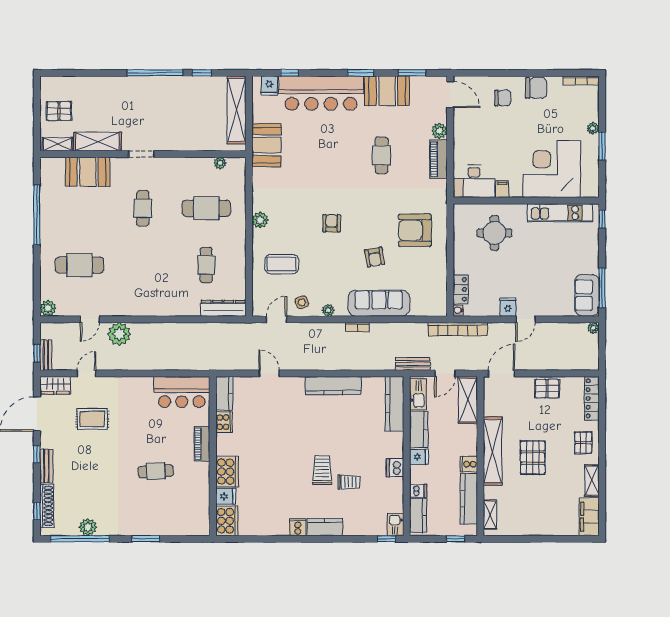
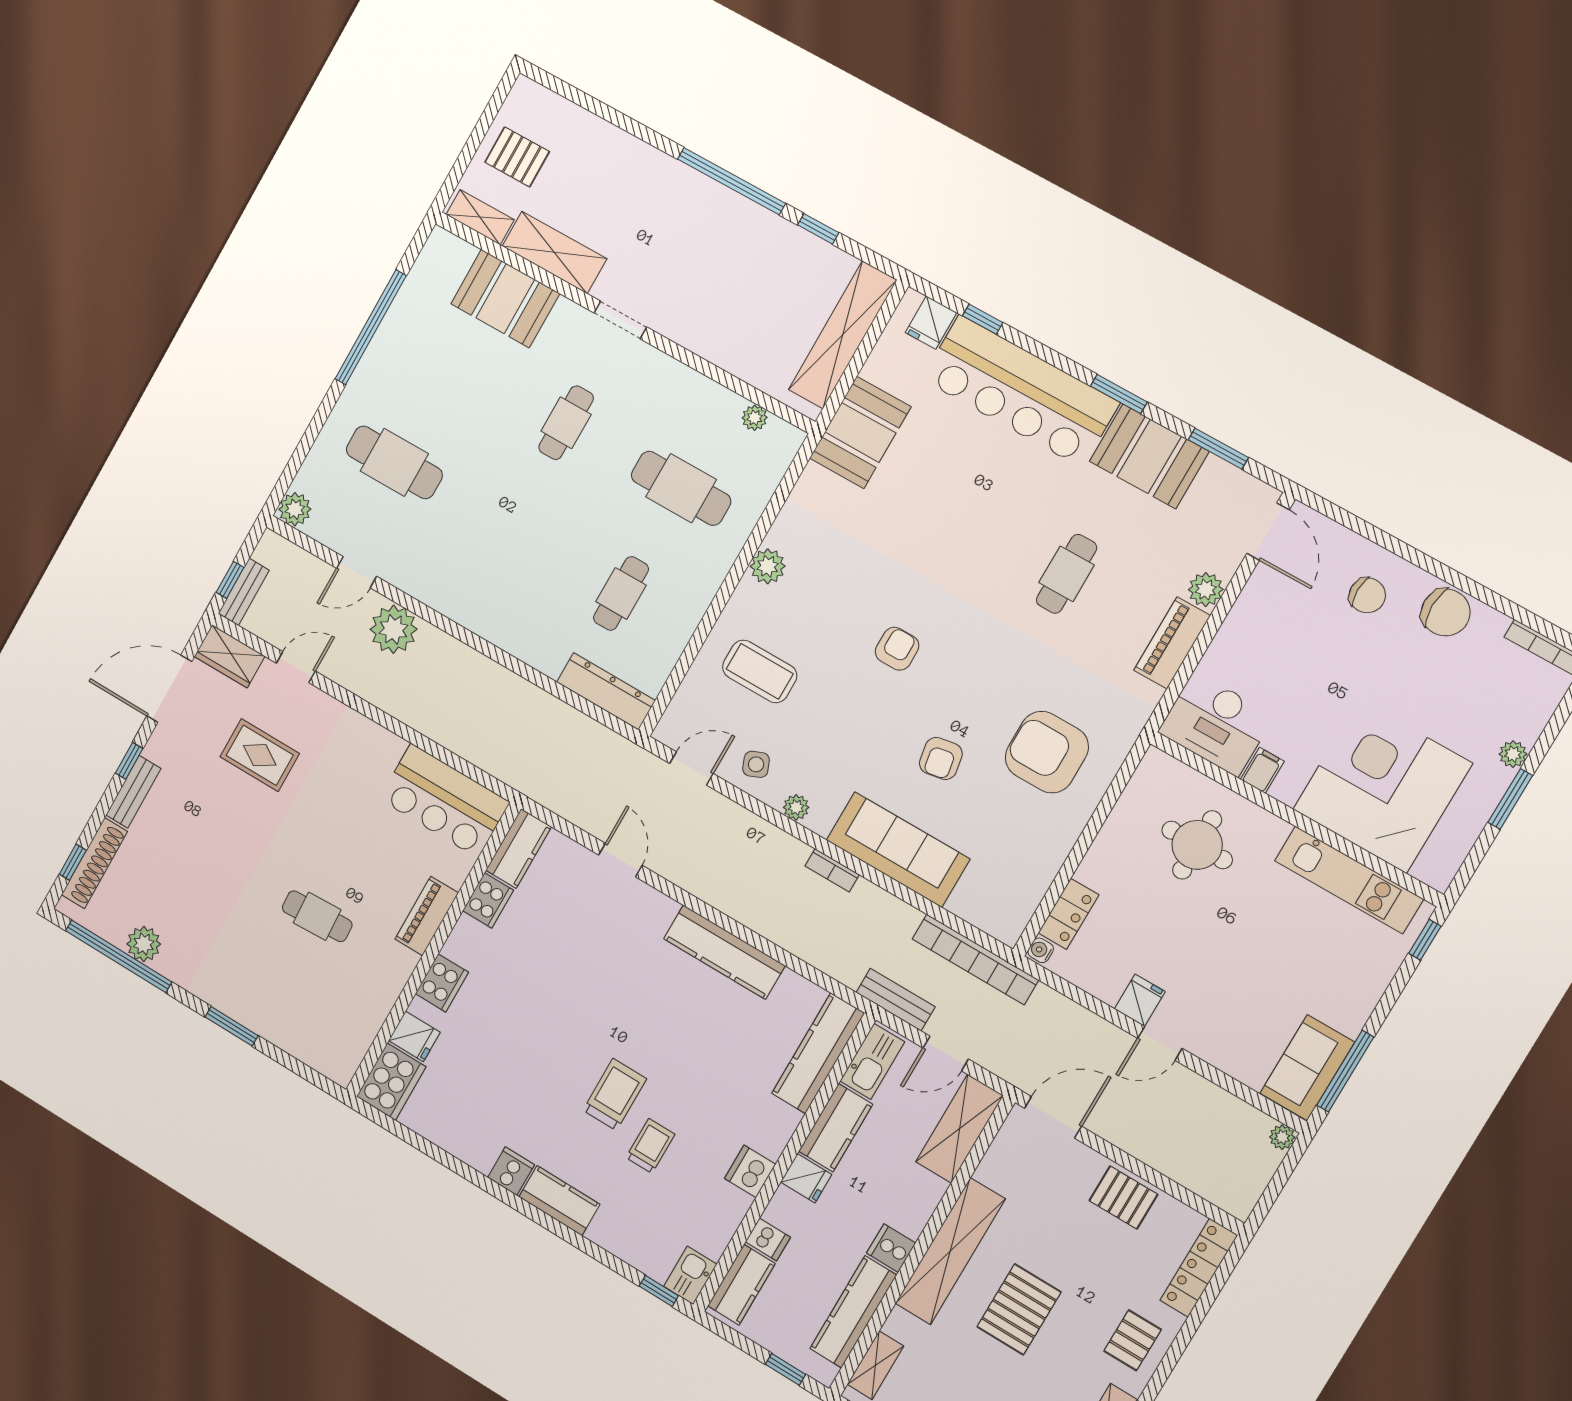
bookcase: (458, 329) -> (975, 959), moved
cooker: (227, 472) -> (442, 983), width x0.73, depth x0.76
trolley: (349, 482) -> (650, 1146), turned -90

